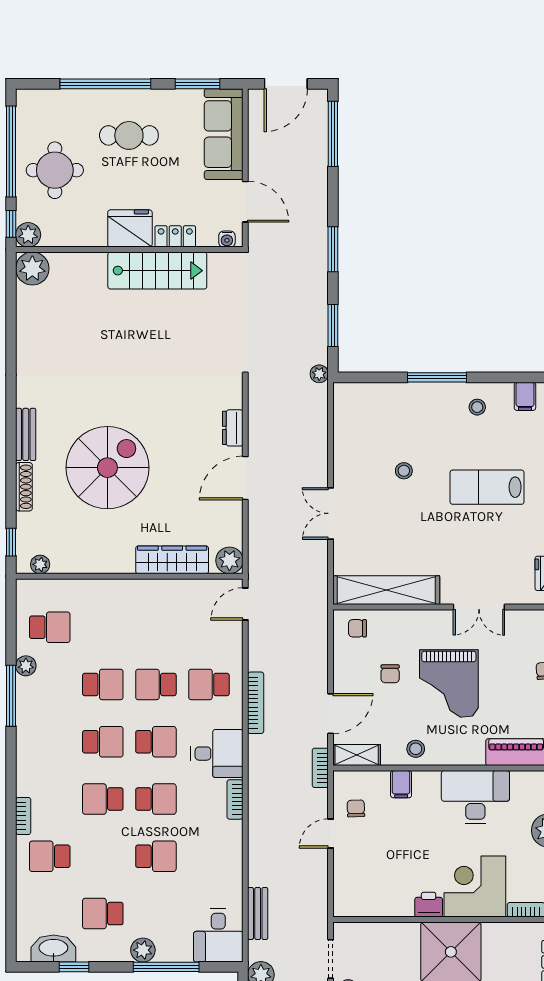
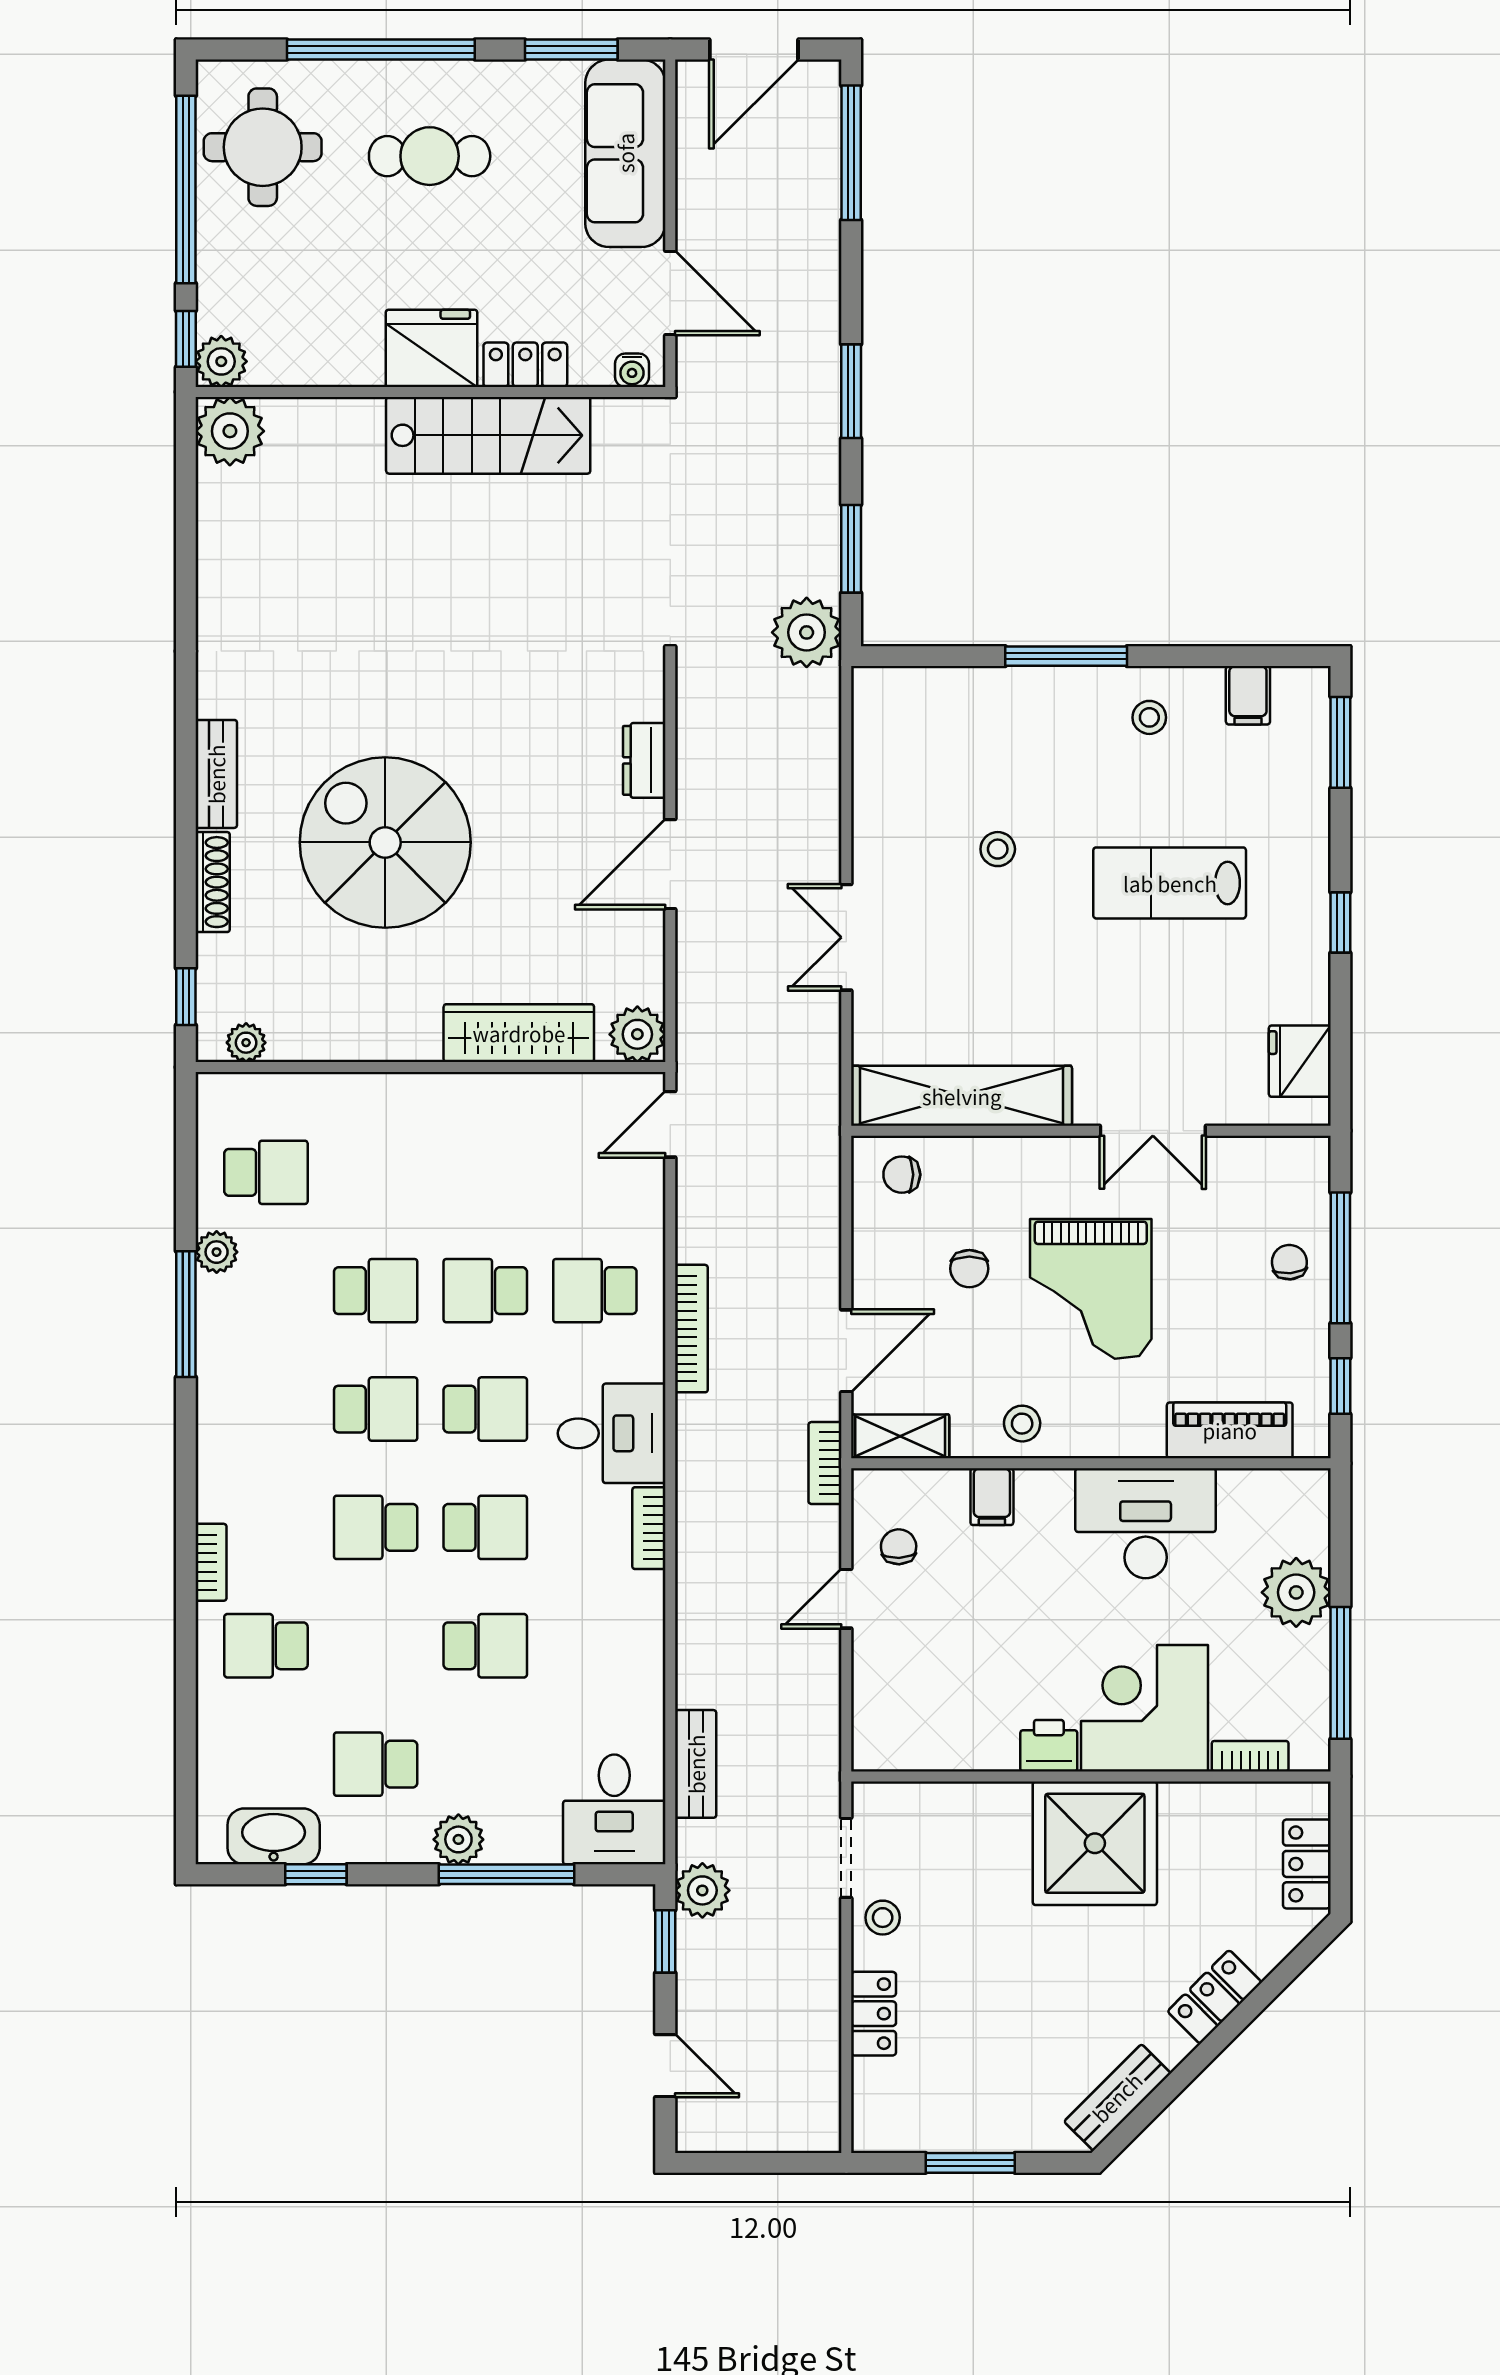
round table: (55, 170) -> (263, 147), moved
plant: (319, 374) -> (807, 632), width x1.88, depth x1.88
spiral stairs: (107, 468) -> (385, 842), turned -90

